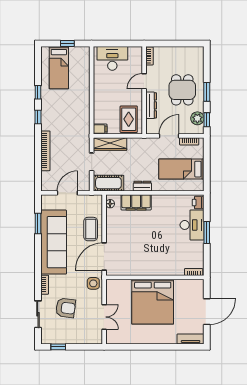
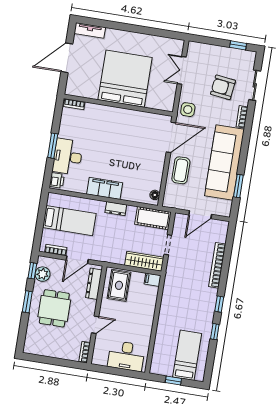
dresser: (151, 105) -> (94, 284), moved
filing cabinet: (136, 202) -> (105, 188), moved

